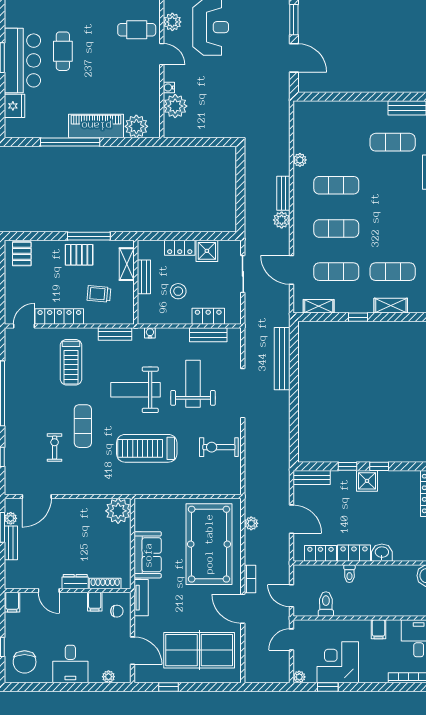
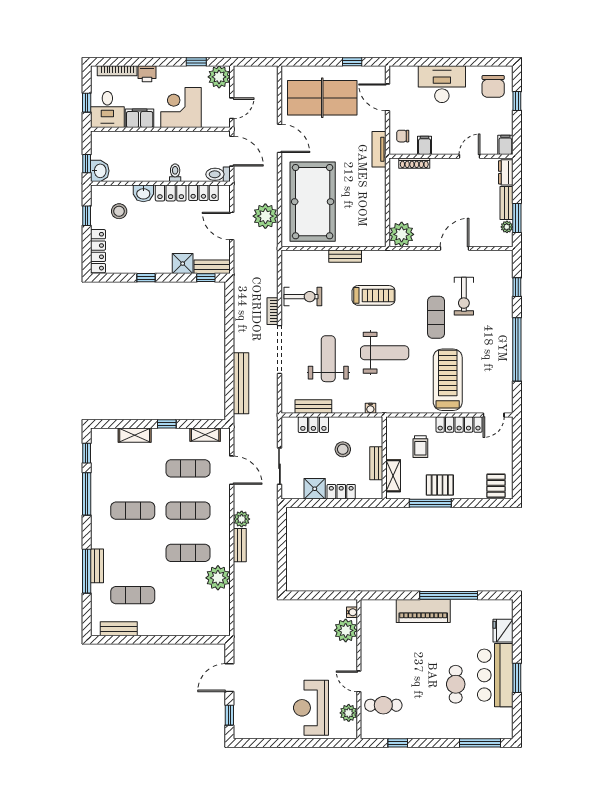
window: (294, 20) -> (229, 715), width x0.67
door: (294, 58) -> (229, 678), hinge flipped
water cooler: (169, 88) -> (352, 612), moved
plant: (136, 126) -> (384, 611), removed
plant: (300, 160) -> (218, 578), width x1.87, depth x1.87
exercise mat: (393, 272) -> (133, 511), moved
trolley: (99, 294) -> (420, 447), turned 85
bench: (115, 334) -> (345, 256), moved
treadmill: (71, 362) -> (448, 380), width x1.37, depth x1.38
weight bench: (193, 384) -> (328, 359), turned 180
exercise bike: (55, 448) -> (464, 296), width x1.38, depth x1.39
treadmill: (147, 448) -> (374, 295), width x0.73, depth x0.73
window: (348, 466) -> (206, 278), moved
shower: (367, 481) -> (183, 264), moved
door: (37, 496) -> (455, 248), moved
plant: (251, 523) -> (265, 216), width x1.87, depth x1.87
stool: (407, 534) -> (119, 211), added
sofa: (148, 555) -> (373, 191), removed
bookcase: (250, 579) -> (272, 311), moved
dresser: (75, 582) -> (506, 172), moved, turned 90
door: (49, 590) -> (469, 156), hinge flipped
door: (291, 596) -> (232, 151), width x1.38
toilet: (326, 604) -> (218, 174), moved, turned 90
filing cabinet: (378, 629) -> (140, 118), width x2.00
chair: (25, 662) -> (493, 86), turned 180
corner desk: (338, 662) -> (181, 107), moved, turned 180
desk: (70, 664) -> (442, 84), width x1.37
printer: (378, 675) -> (147, 74), added
plant: (108, 677) -> (411, 72), removed
plant: (299, 677) -> (219, 77), width x1.87, depth x1.87

